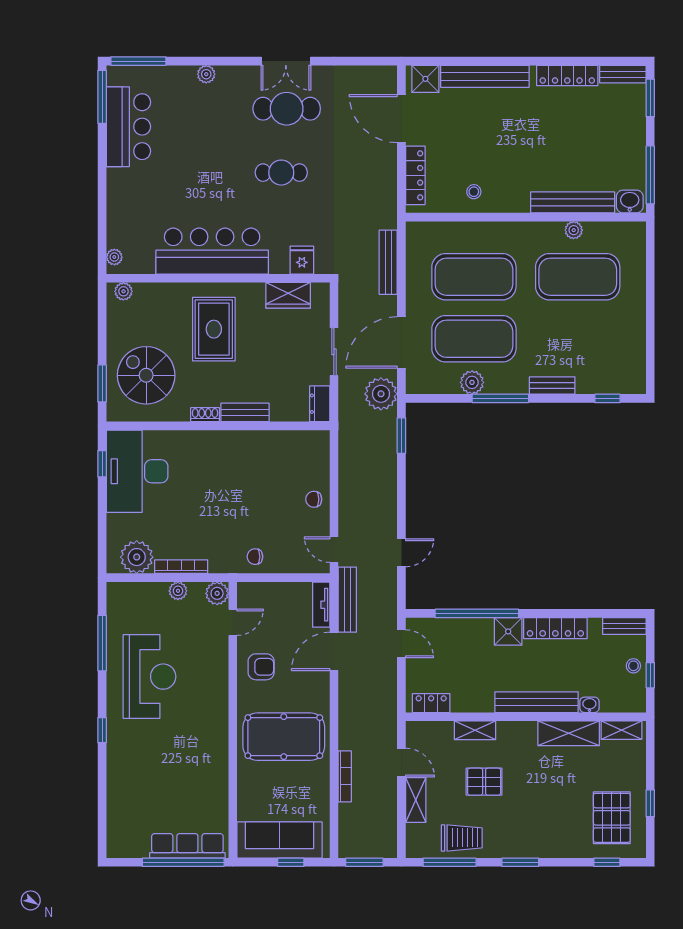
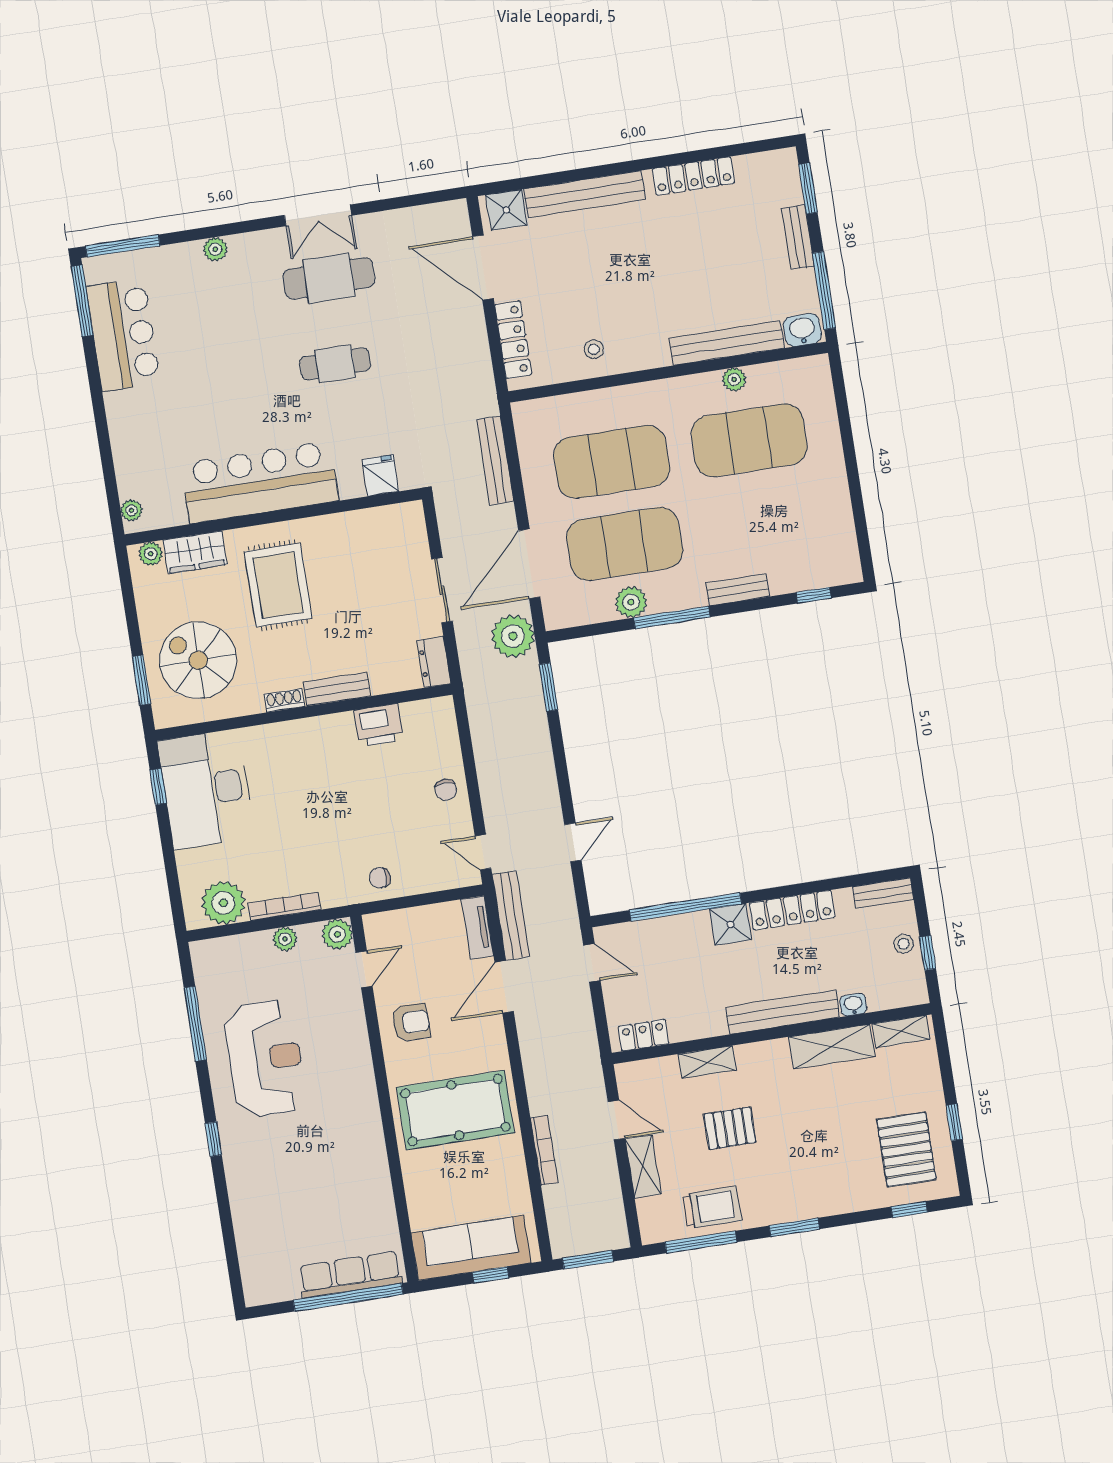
bench: (623, 74) -> (798, 237), moved, turned 90
wardrobe: (288, 295) -> (195, 552), moved
printer: (272, 444) -> (379, 725), added
chair: (314, 499) -> (446, 790), turned -90

